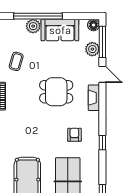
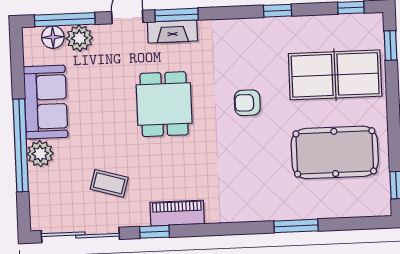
floor lamp: (94, 25) -> (53, 37), moved
window: (102, 100) -> (177, 15), added
armchair: (74, 135) -> (247, 103), moved
window: (102, 143) -> (278, 11), moved

